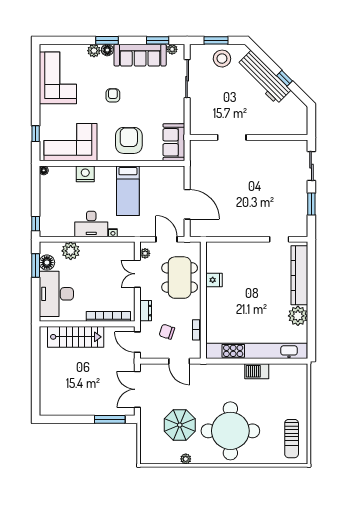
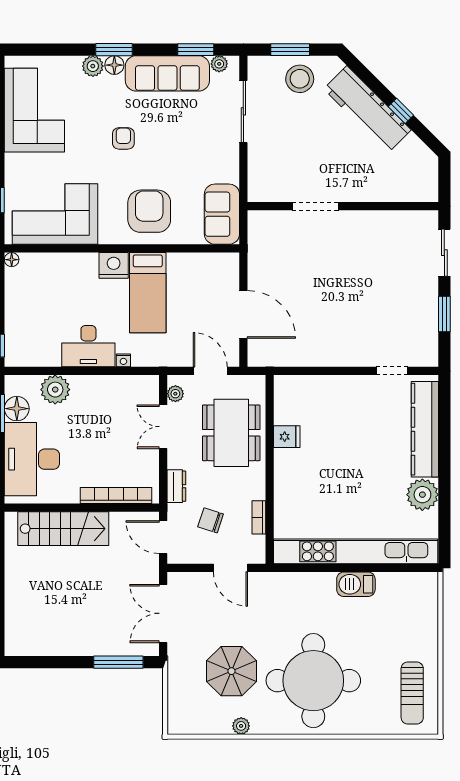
nightstand: (85, 174) -> (114, 265), moved

